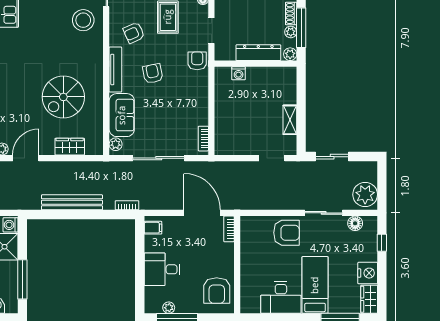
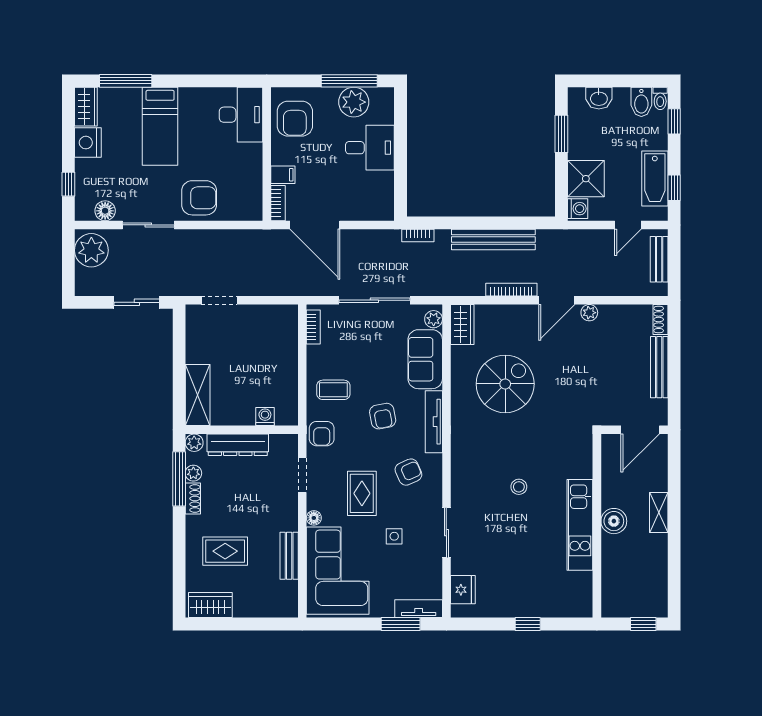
stool: (83, 20) -> (519, 487), moved, width x0.53, depth x0.53
coffee table: (189, 93) -> (333, 390), added
shelving: (290, 120) -> (198, 395), moved, width x1.50, depth x1.33
wardrobe: (70, 147) -> (462, 325), moved, turned -90
bookcase: (59, 166) -> (511, 290), added
filing cabinet: (153, 228) -> (283, 175), moved, turned 180
armchair: (287, 233) -> (199, 198), turned 180
window: (22, 279) -> (561, 134), width x0.69
armchair: (217, 291) -> (295, 119), turned 180
desk: (281, 298) -> (241, 115), moved, turned 90
plant: (169, 308) -> (354, 102), width x1.88, depth x1.88

